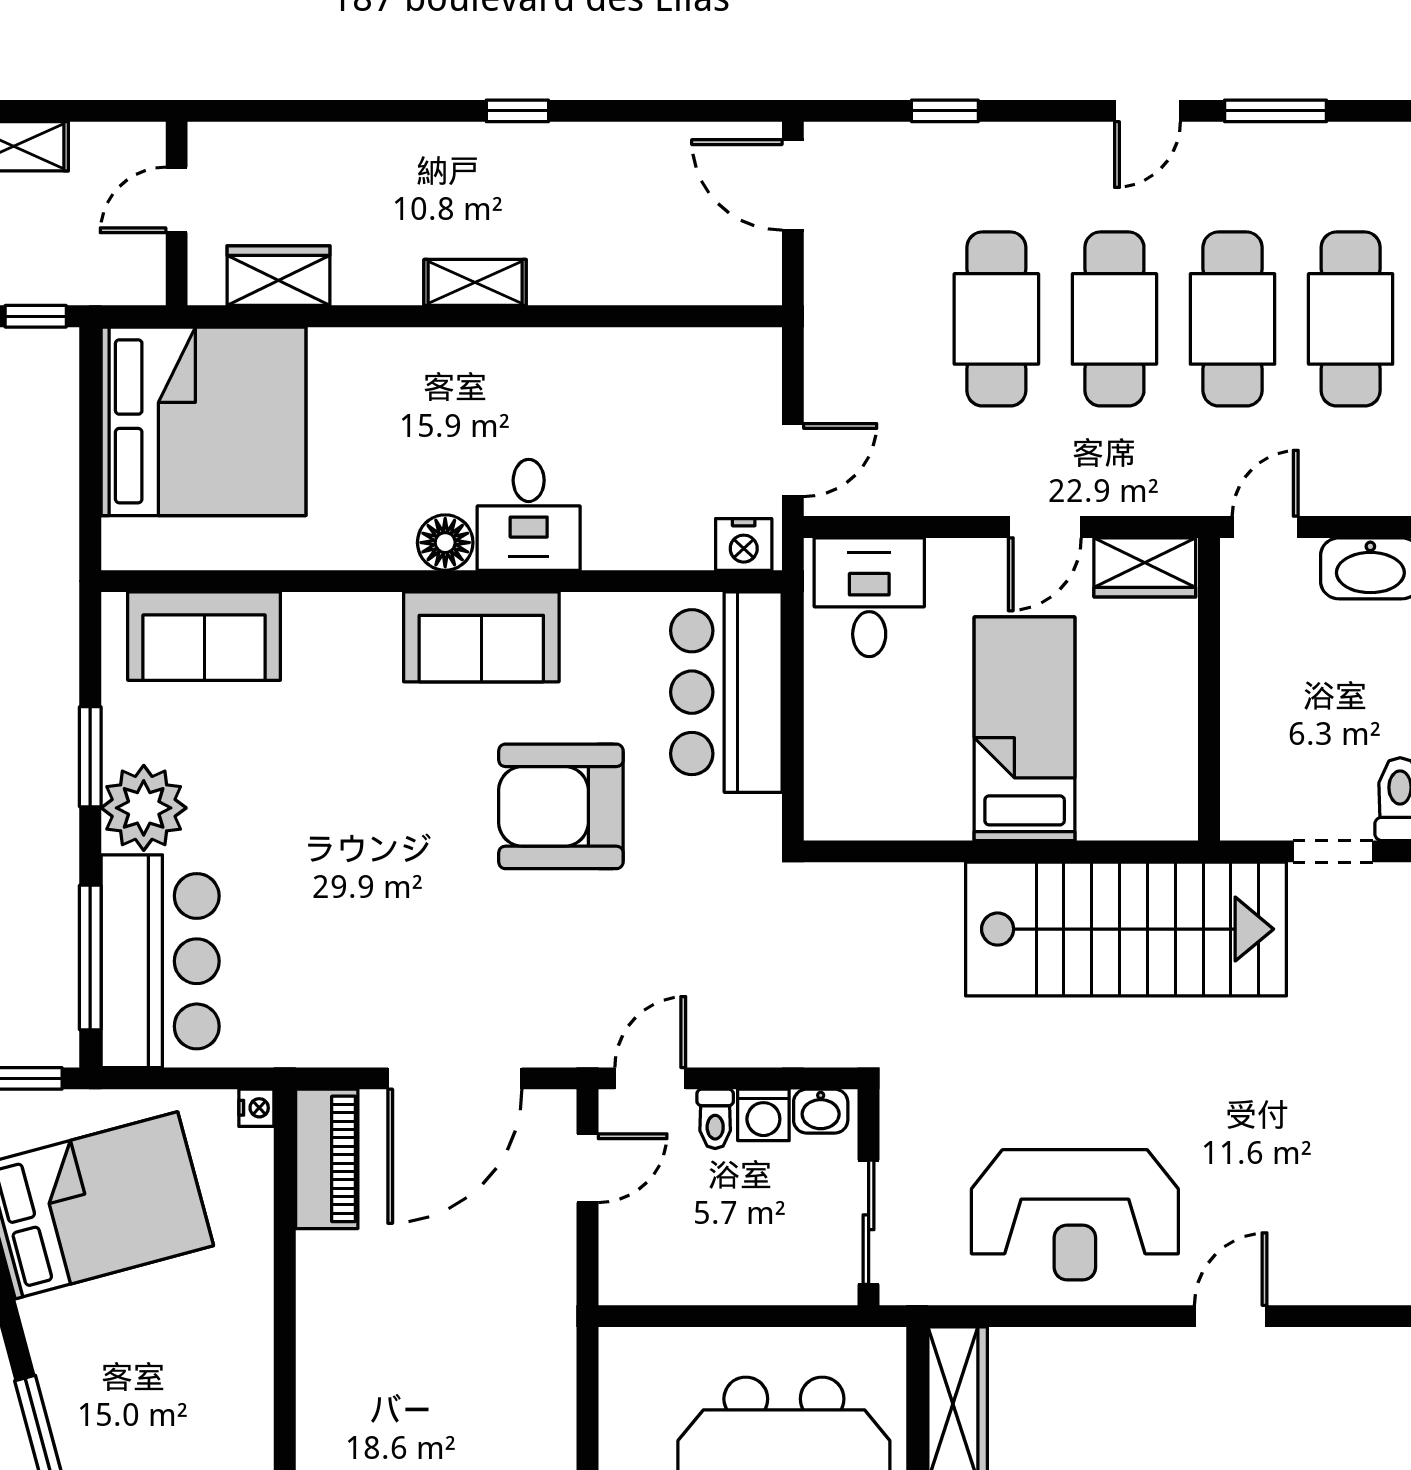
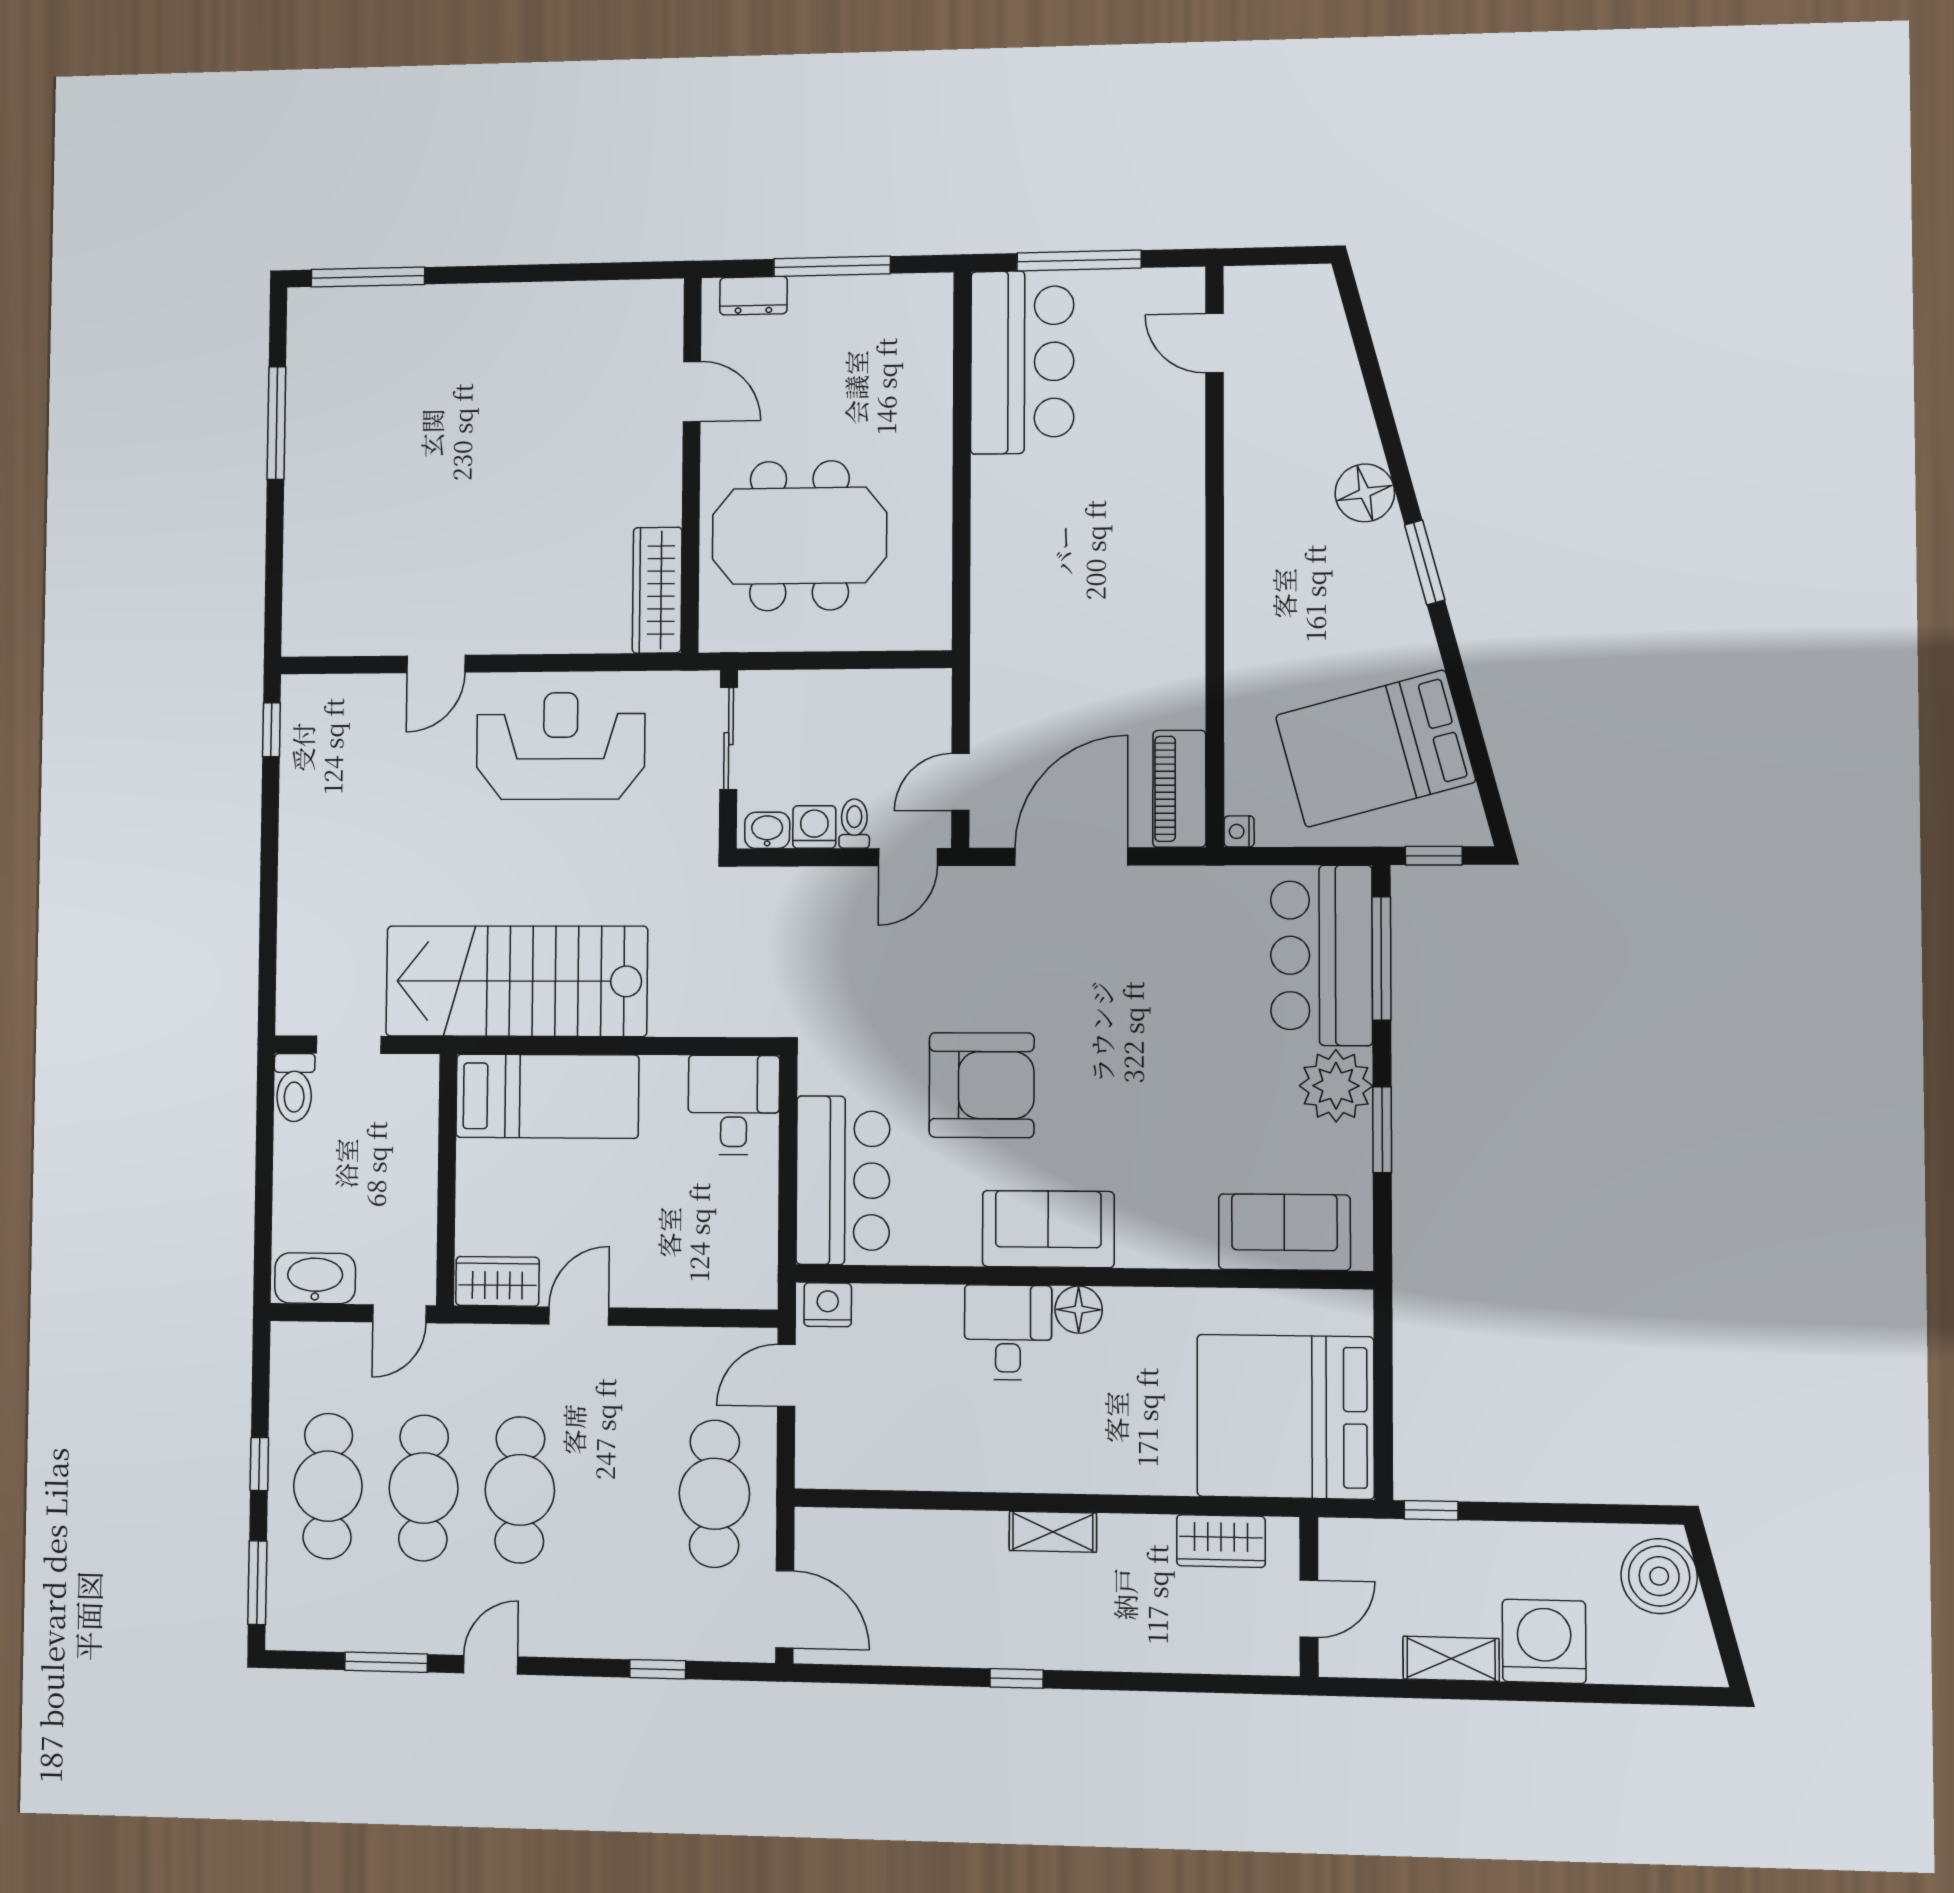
cafe table: (996, 319) -> (714, 1494), moved
desk: (869, 597) -> (734, 1105), moved, turned 180
bed: (1025, 729) -> (547, 1096), moved, turned -90

